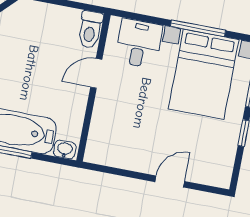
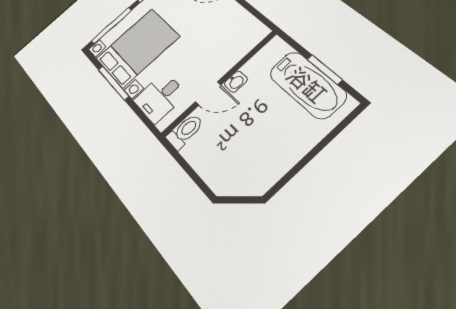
washbasin: (65, 150) -> (236, 82), moved, turned -90

